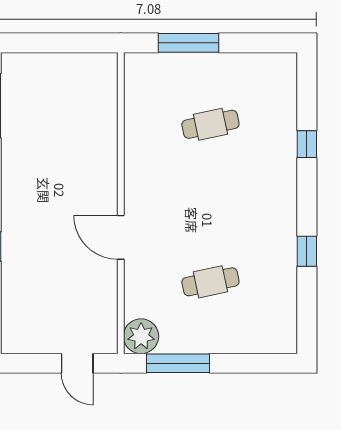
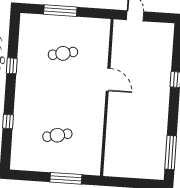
plant: (141, 336) -> (101, 28), removed
window: (178, 363) -> (60, 11), moved

